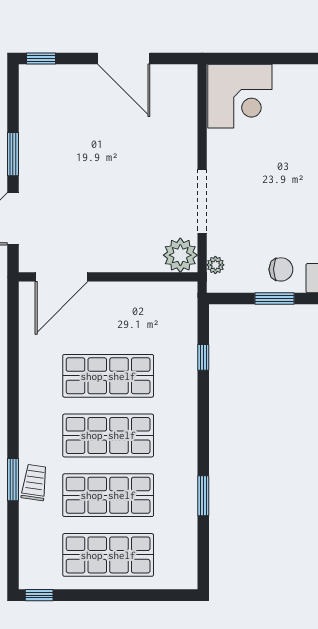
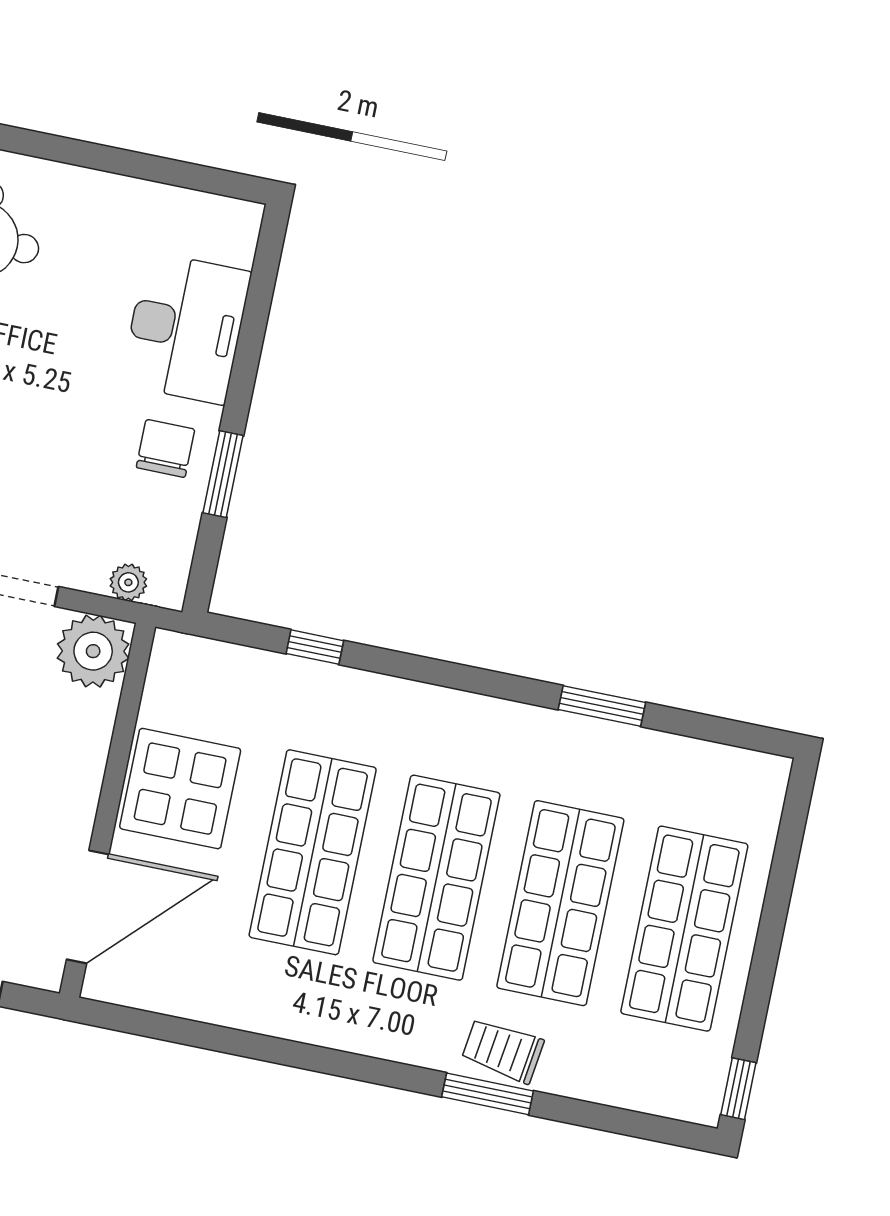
door: (62, 277) -> (88, 907), hinge flipped
display table: (125, 308) -> (180, 789), added

